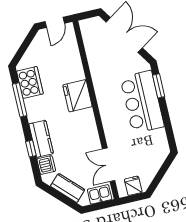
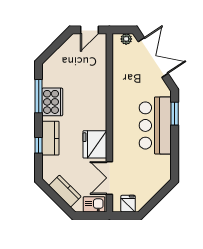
plant: (93, 23) -> (126, 39), added
cooker: (30, 82) -> (52, 102), moved
fridge: (77, 96) -> (95, 144), moved
dishwasher: (46, 165) -> (50, 164), removed

